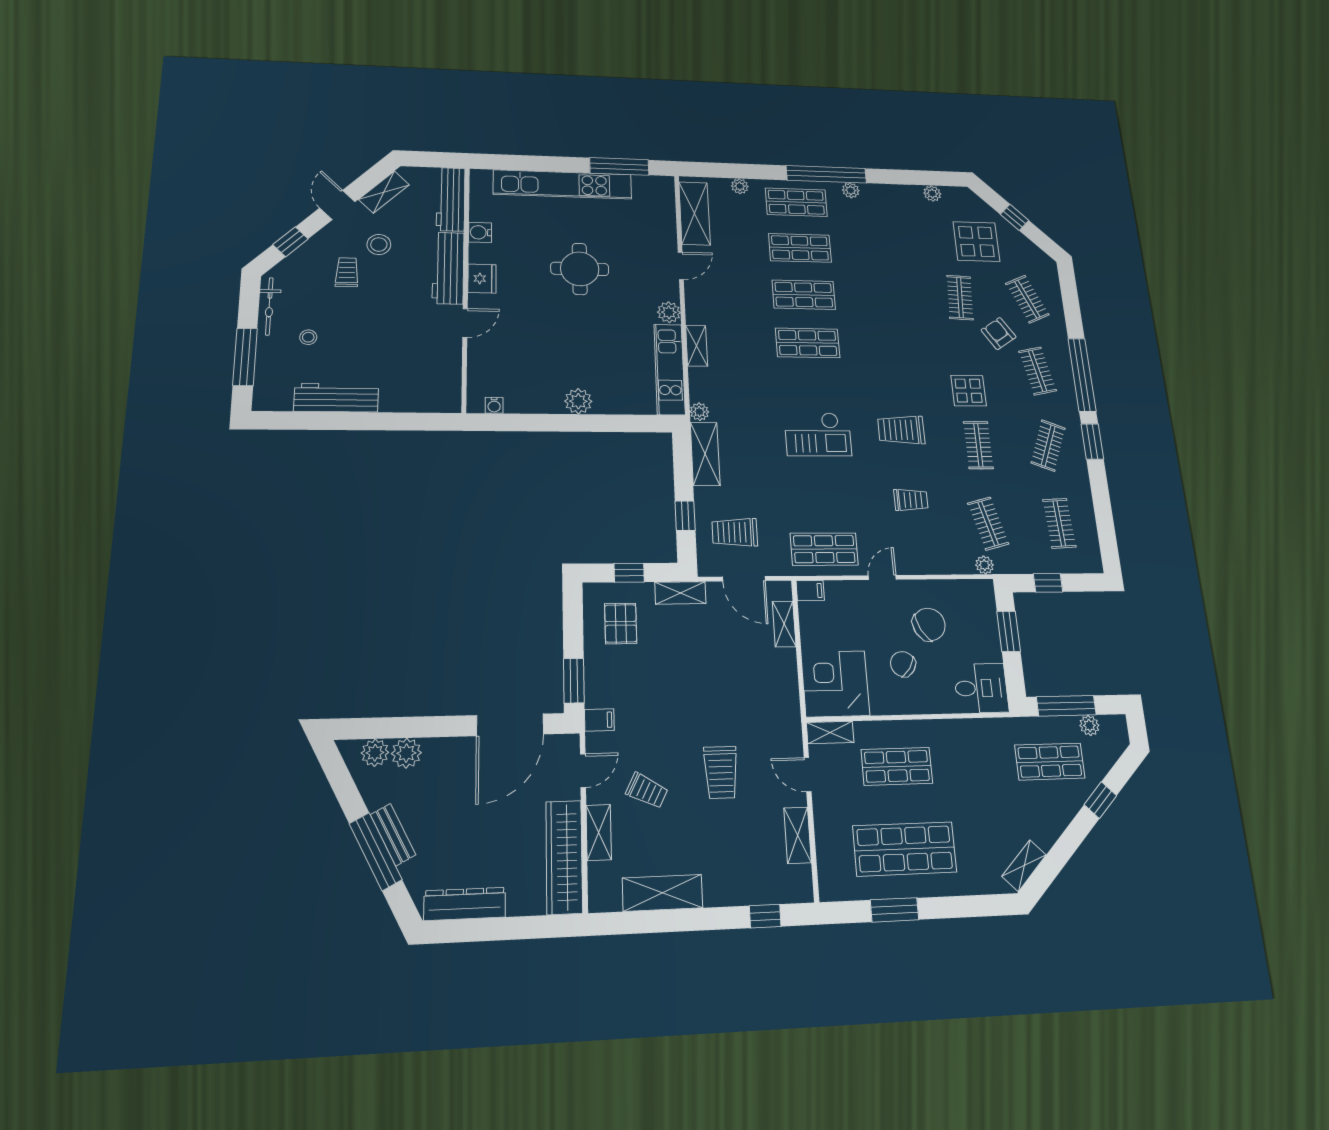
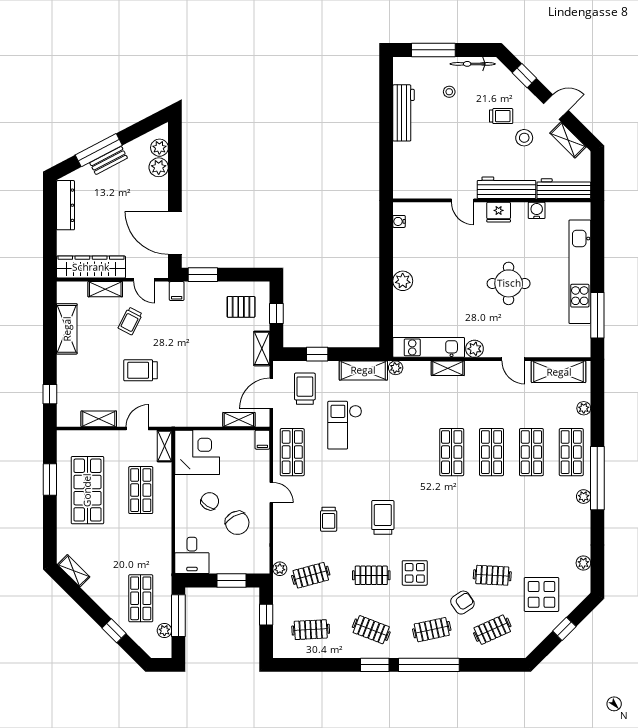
checkout: (818, 434) -> (345, 425), moved

